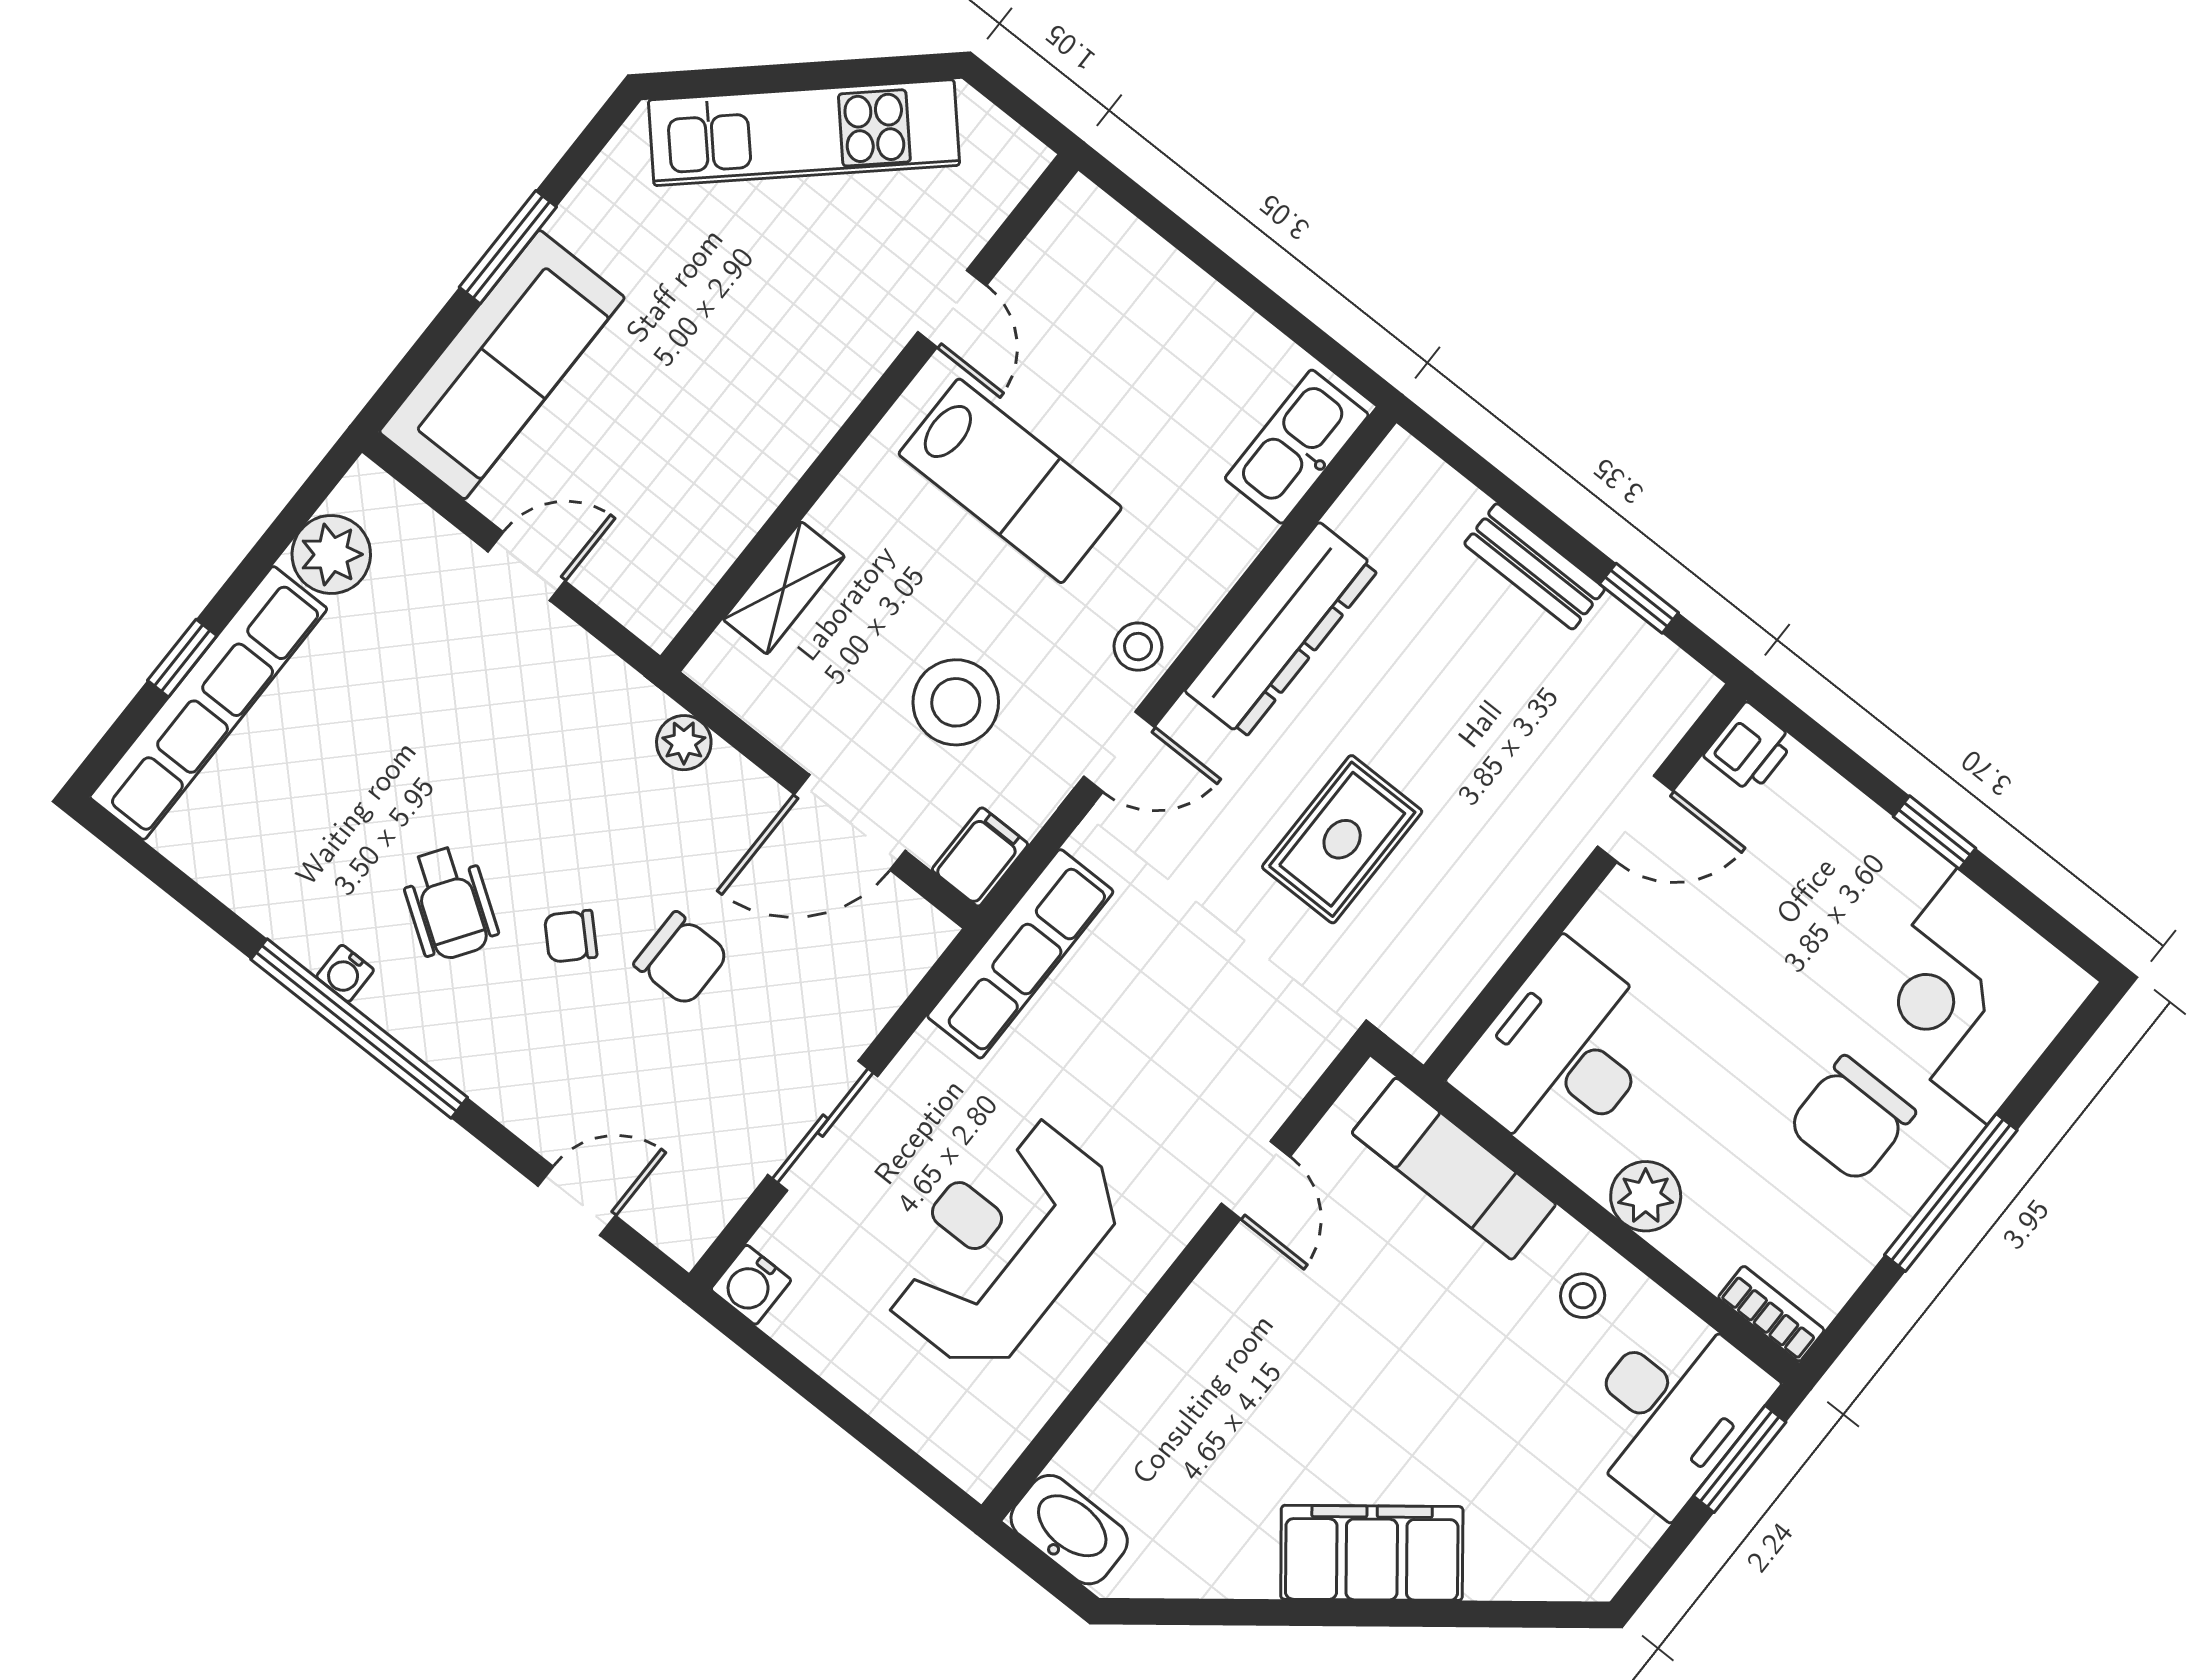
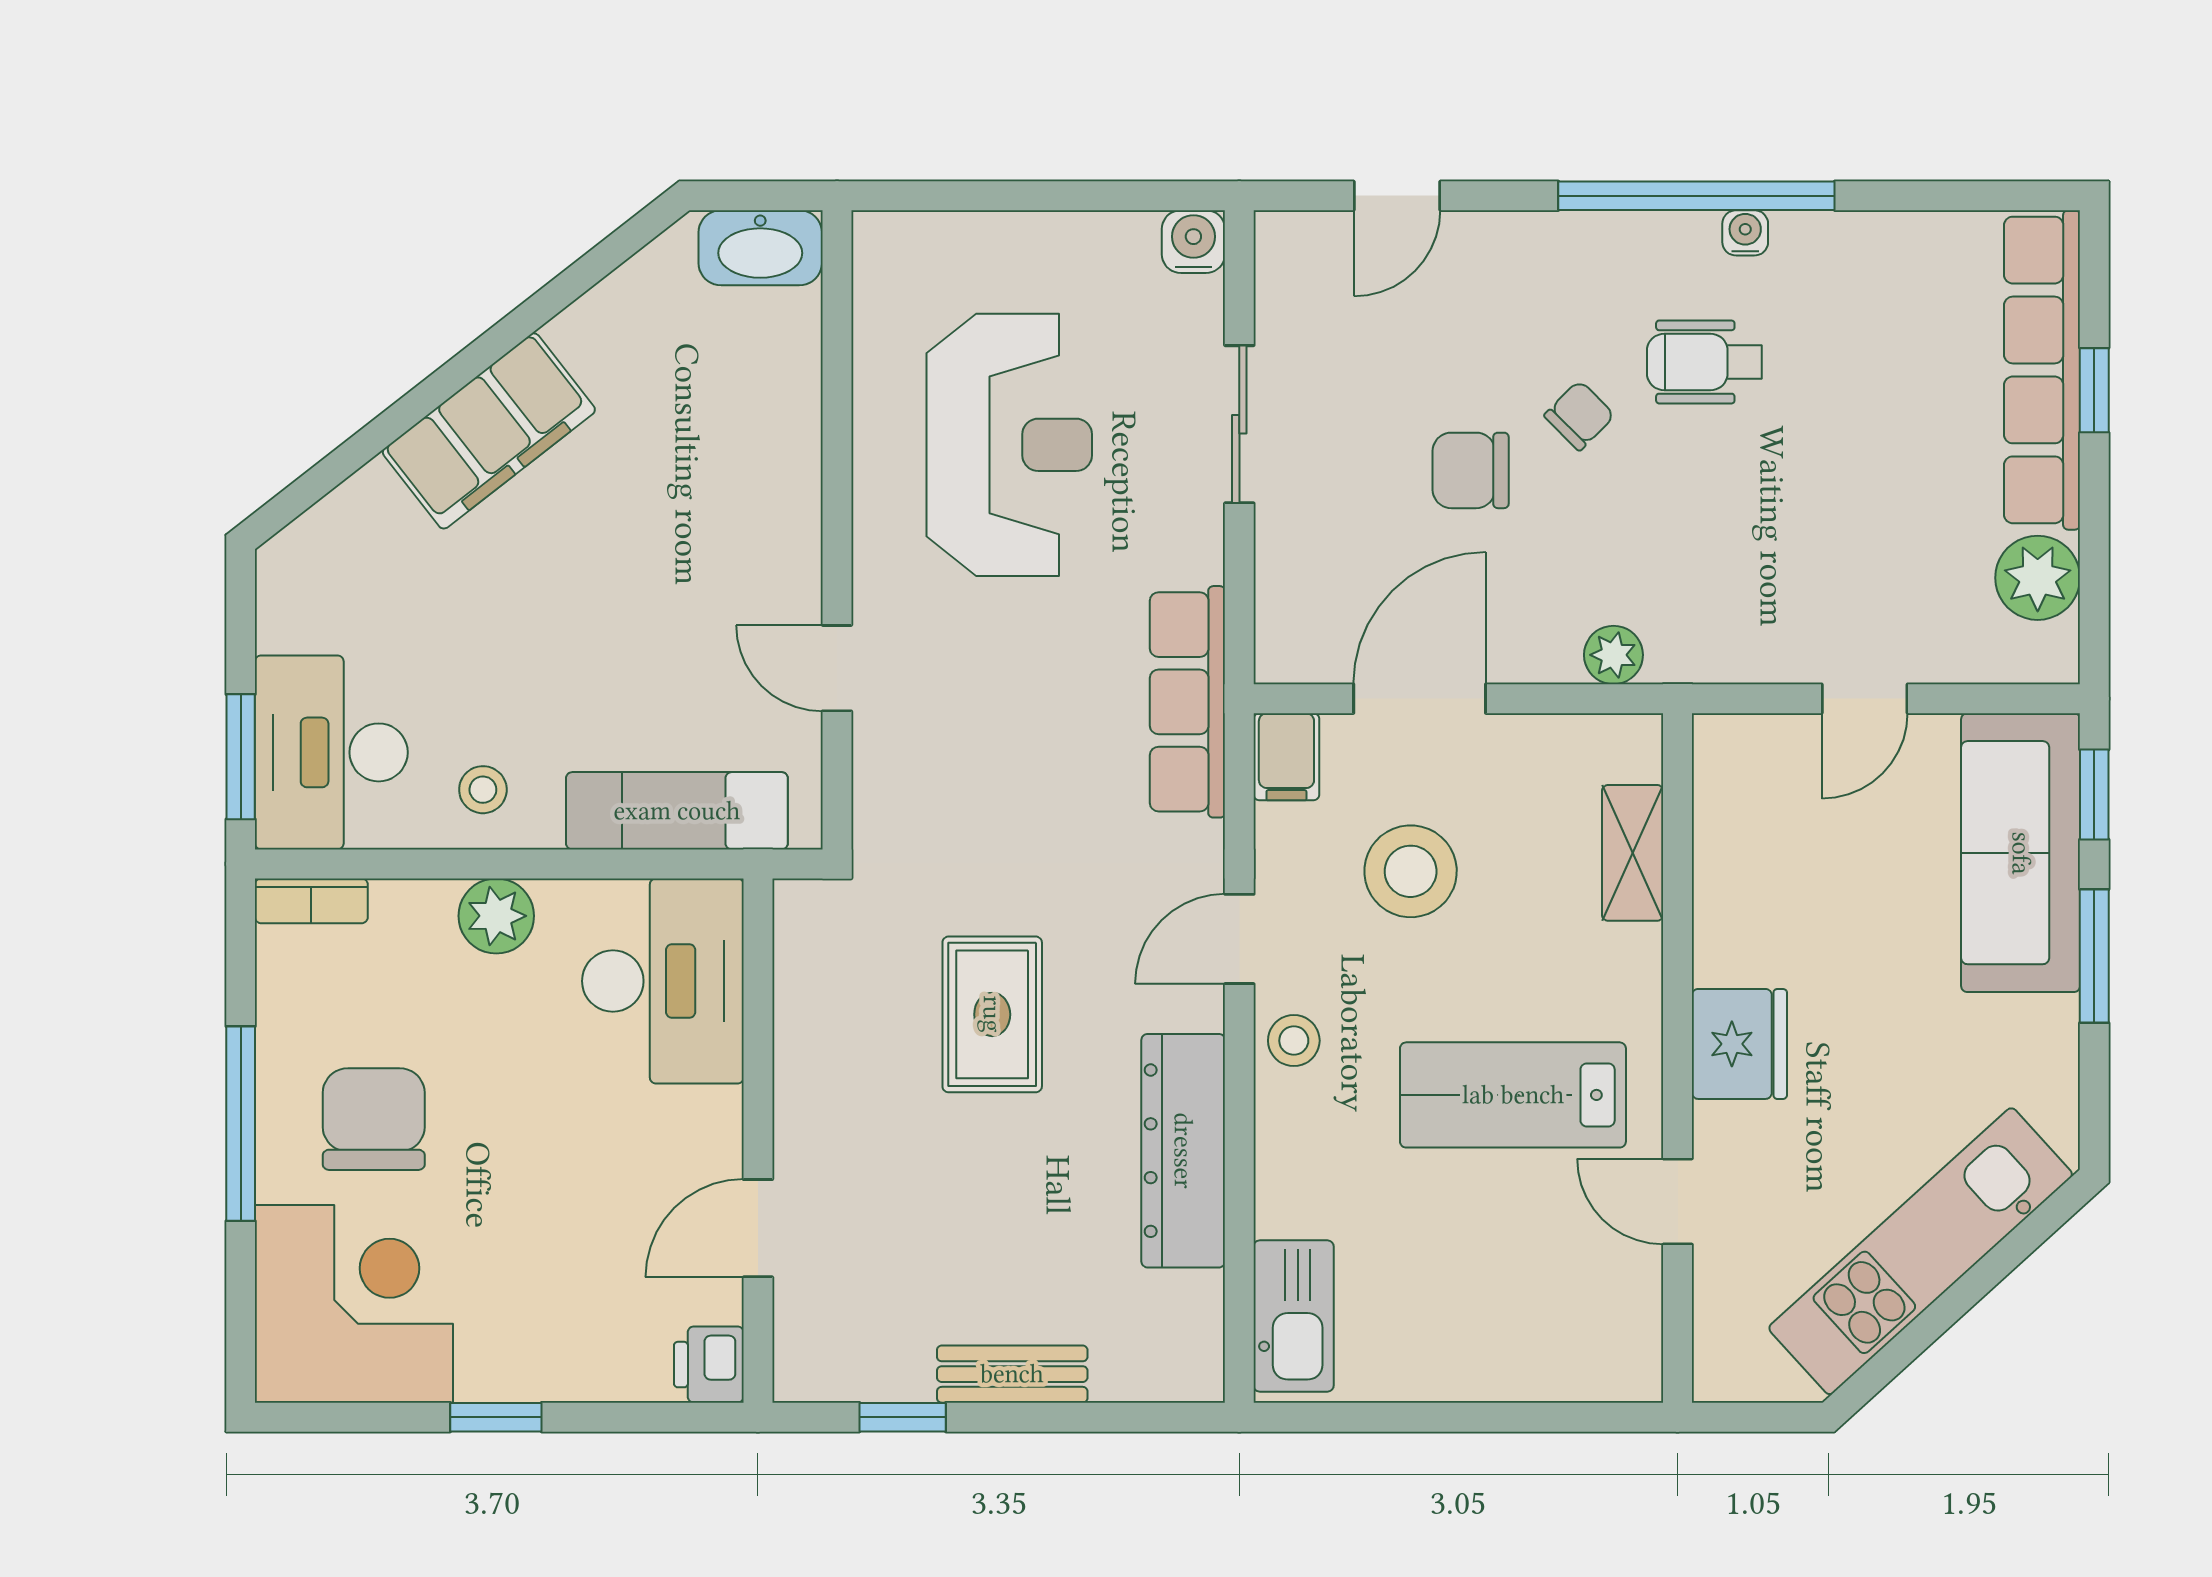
window: (415, 364) -> (2094, 795), added
fridge: (816, 388) -> (1739, 1044), added
wheelchair: (449, 903) -> (1705, 362), turned -34

